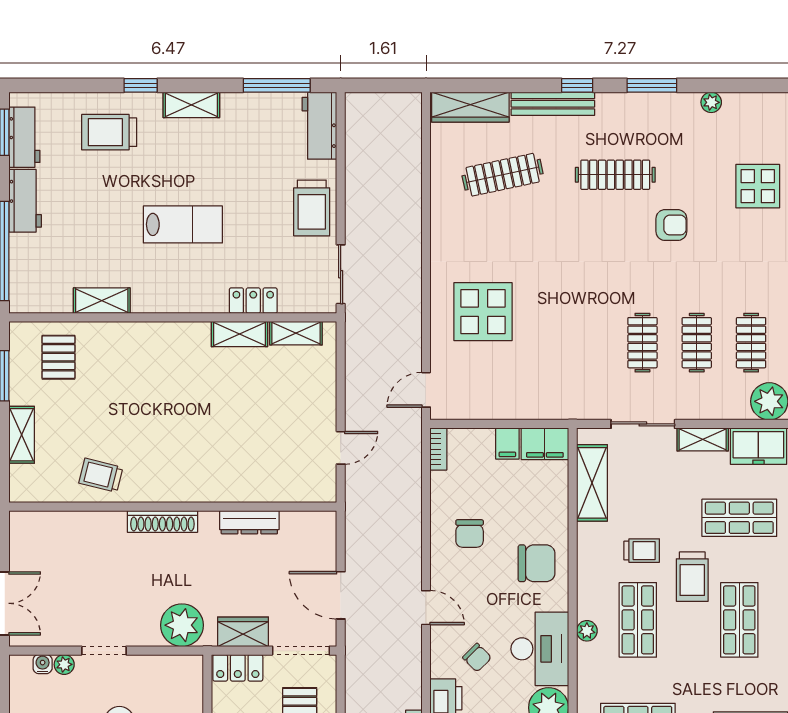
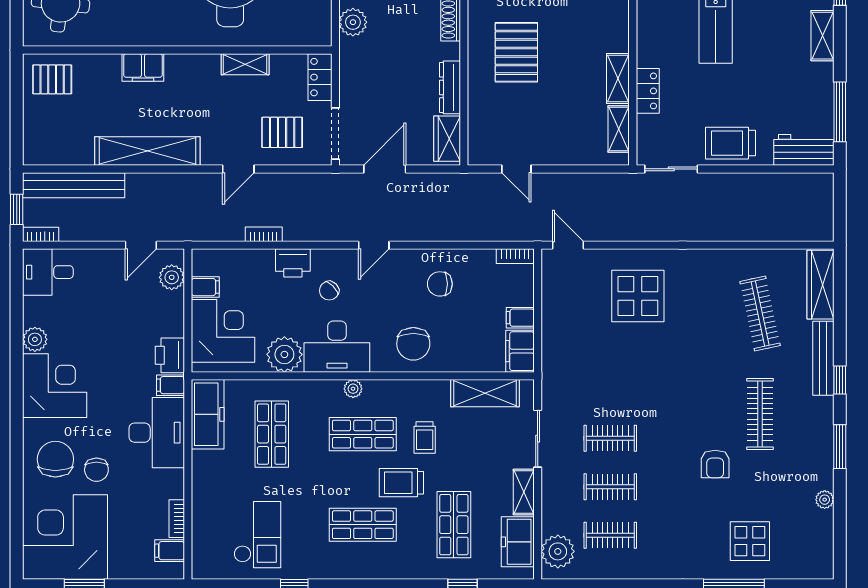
pallet: (210, 448) -> (516, 52), added
plant: (182, 625) -> (353, 22), width x0.73, depth x0.73
wardrobe: (243, 632) -> (447, 139), moved, turned 180

